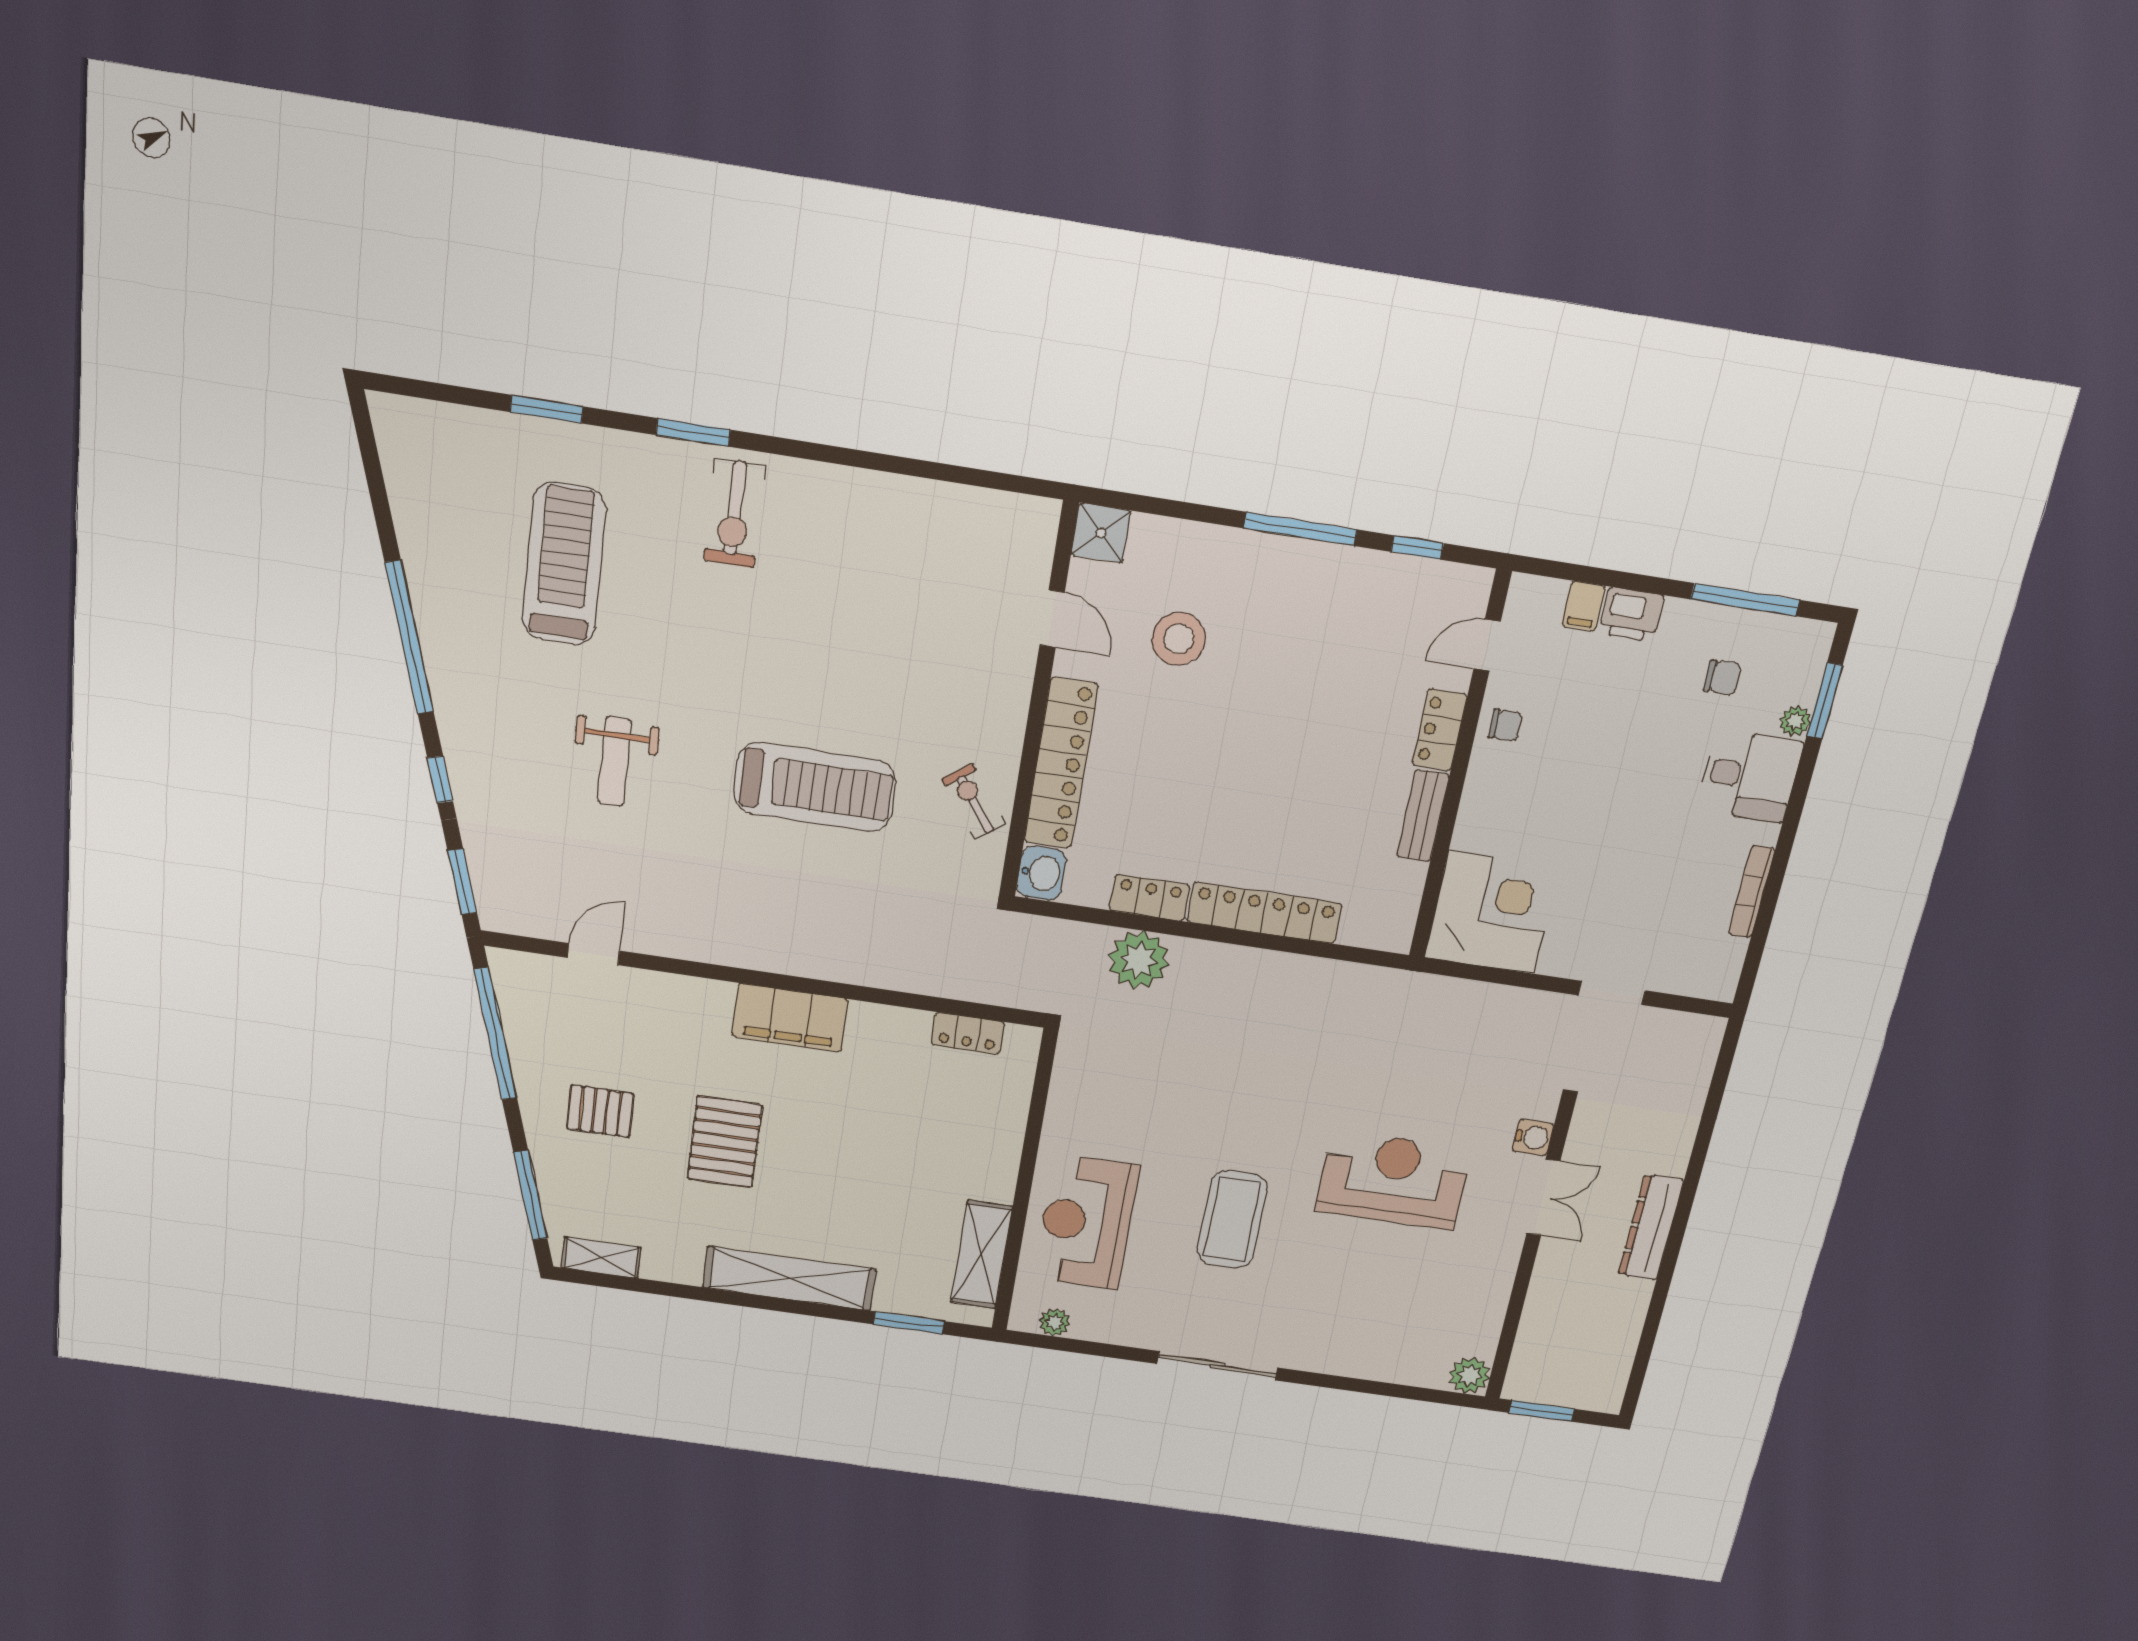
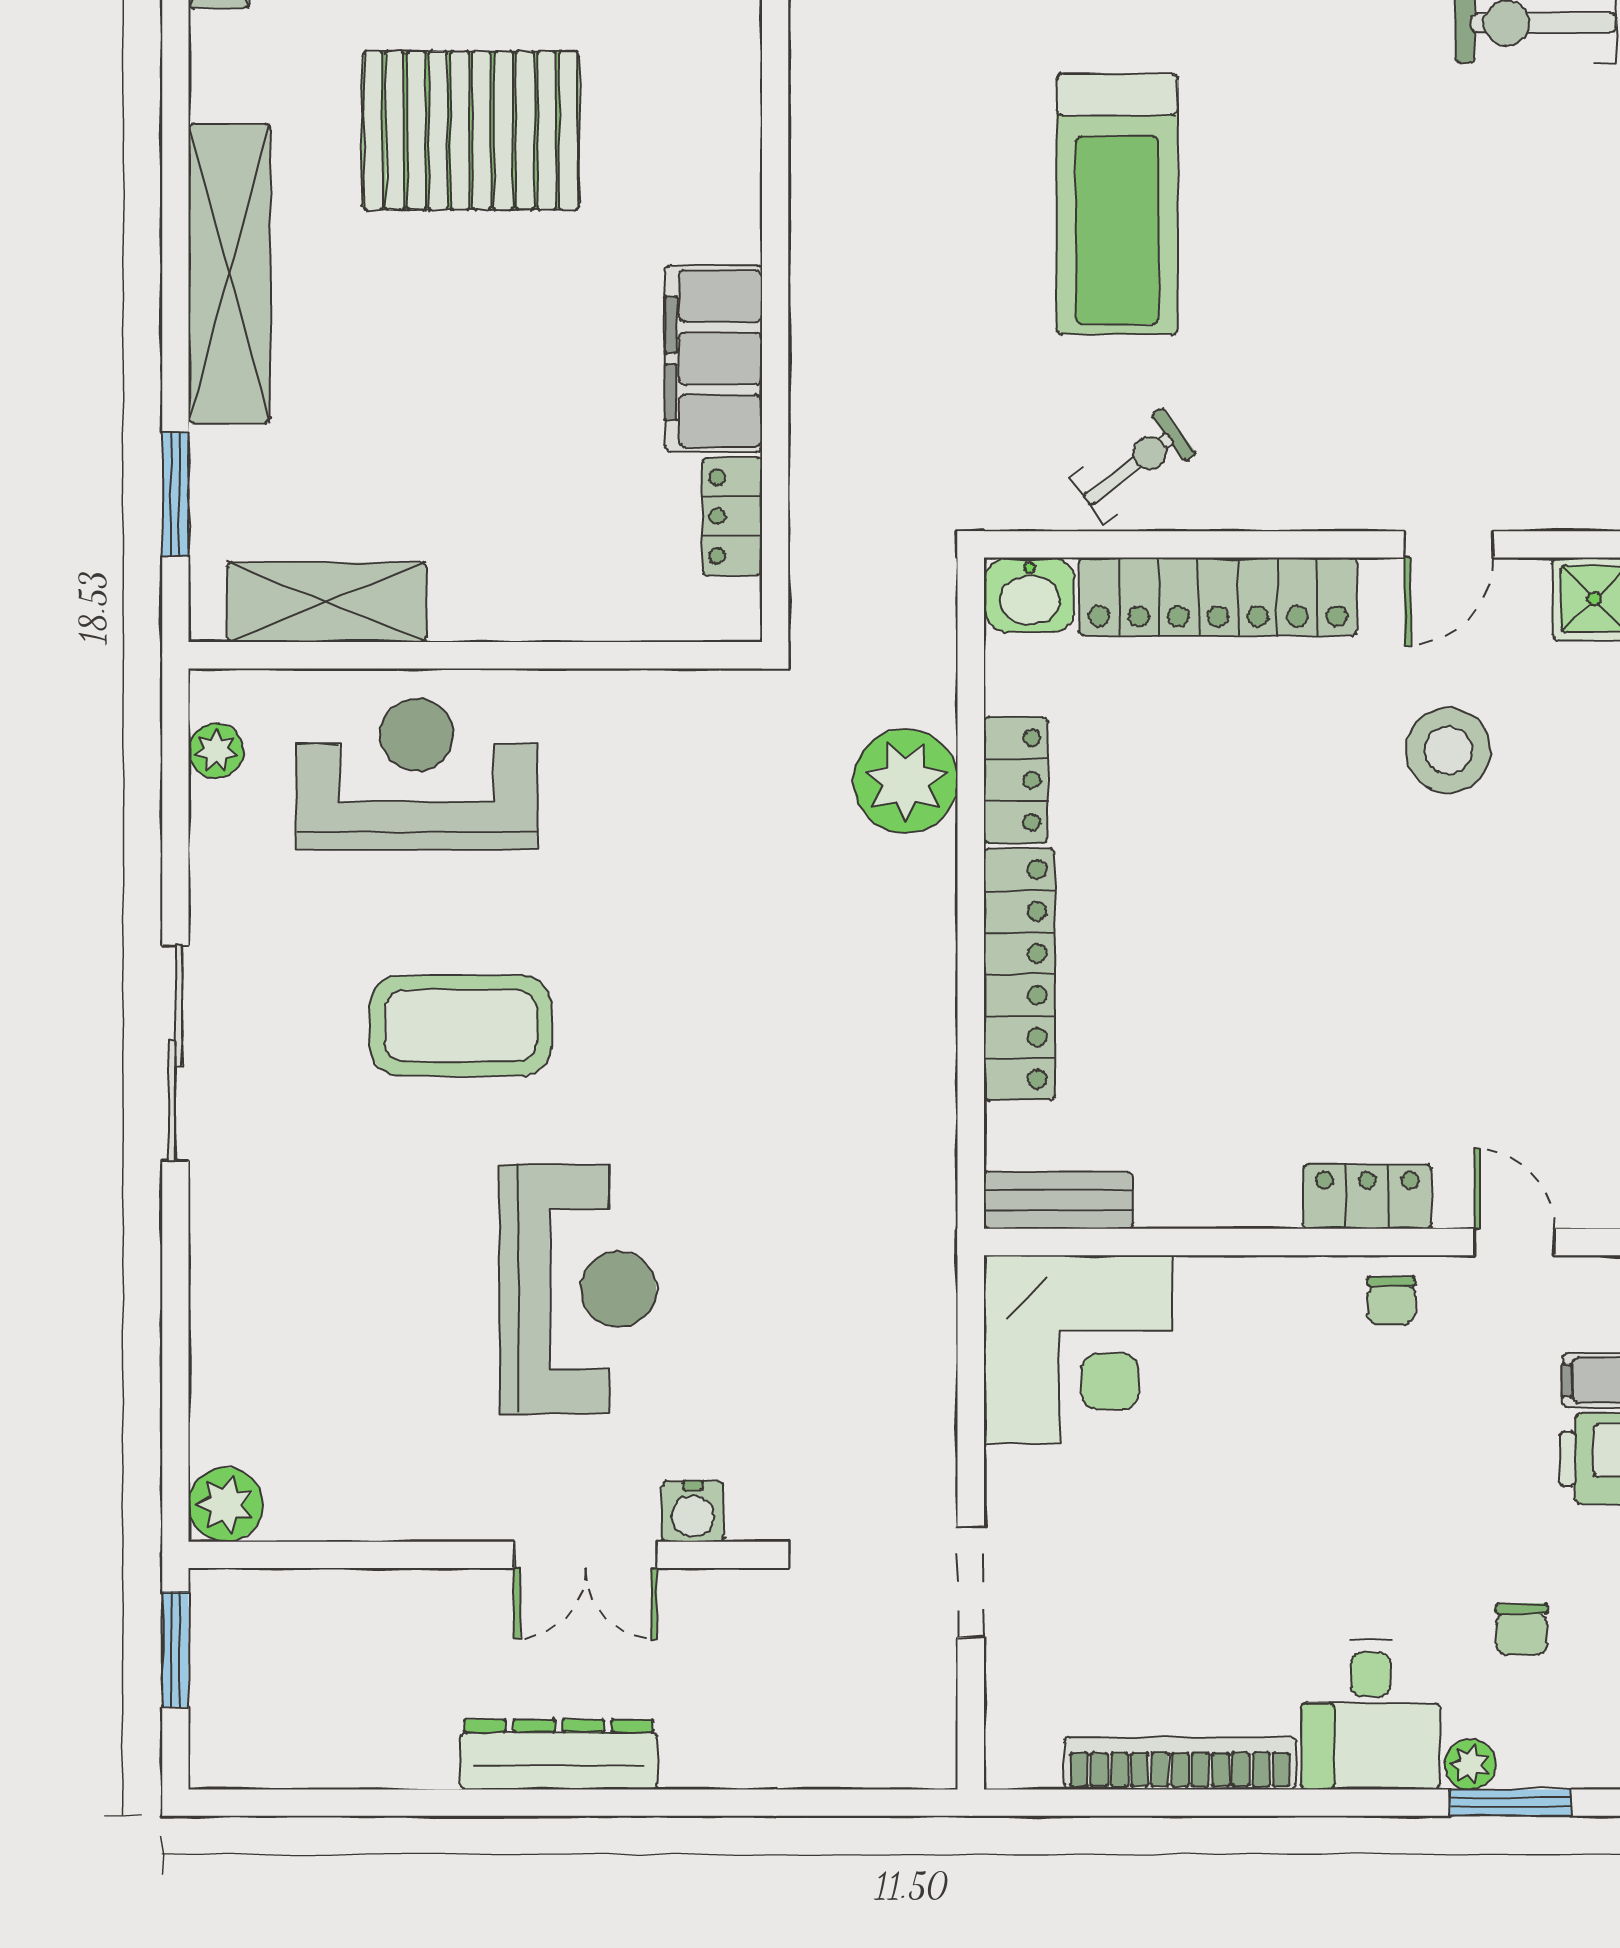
bench: (1423, 816) -> (1059, 1200), moved
bookcase: (1752, 892) -> (1180, 1763), width x1.48, depth x1.31
filing cabinet: (790, 1018) -> (714, 358), moved
pallet: (725, 1142) -> (471, 131), width x1.37, depth x1.41

